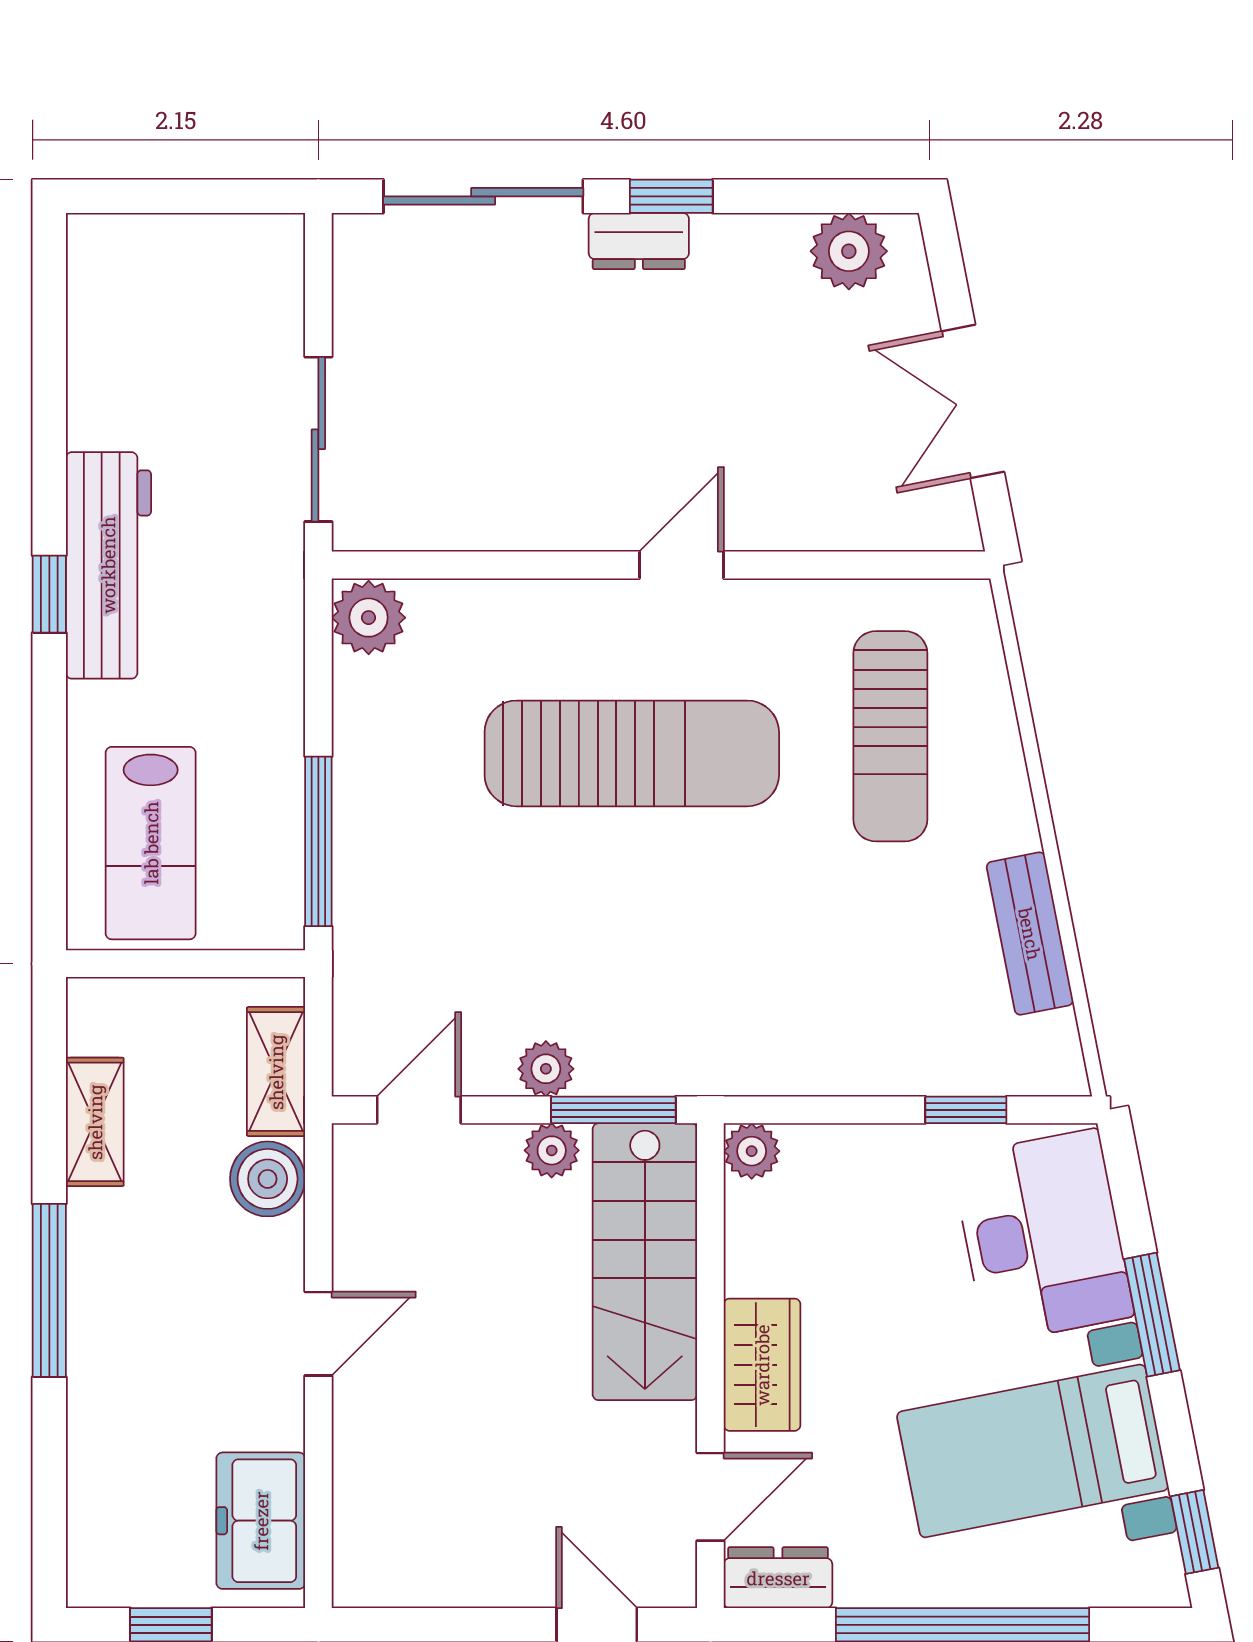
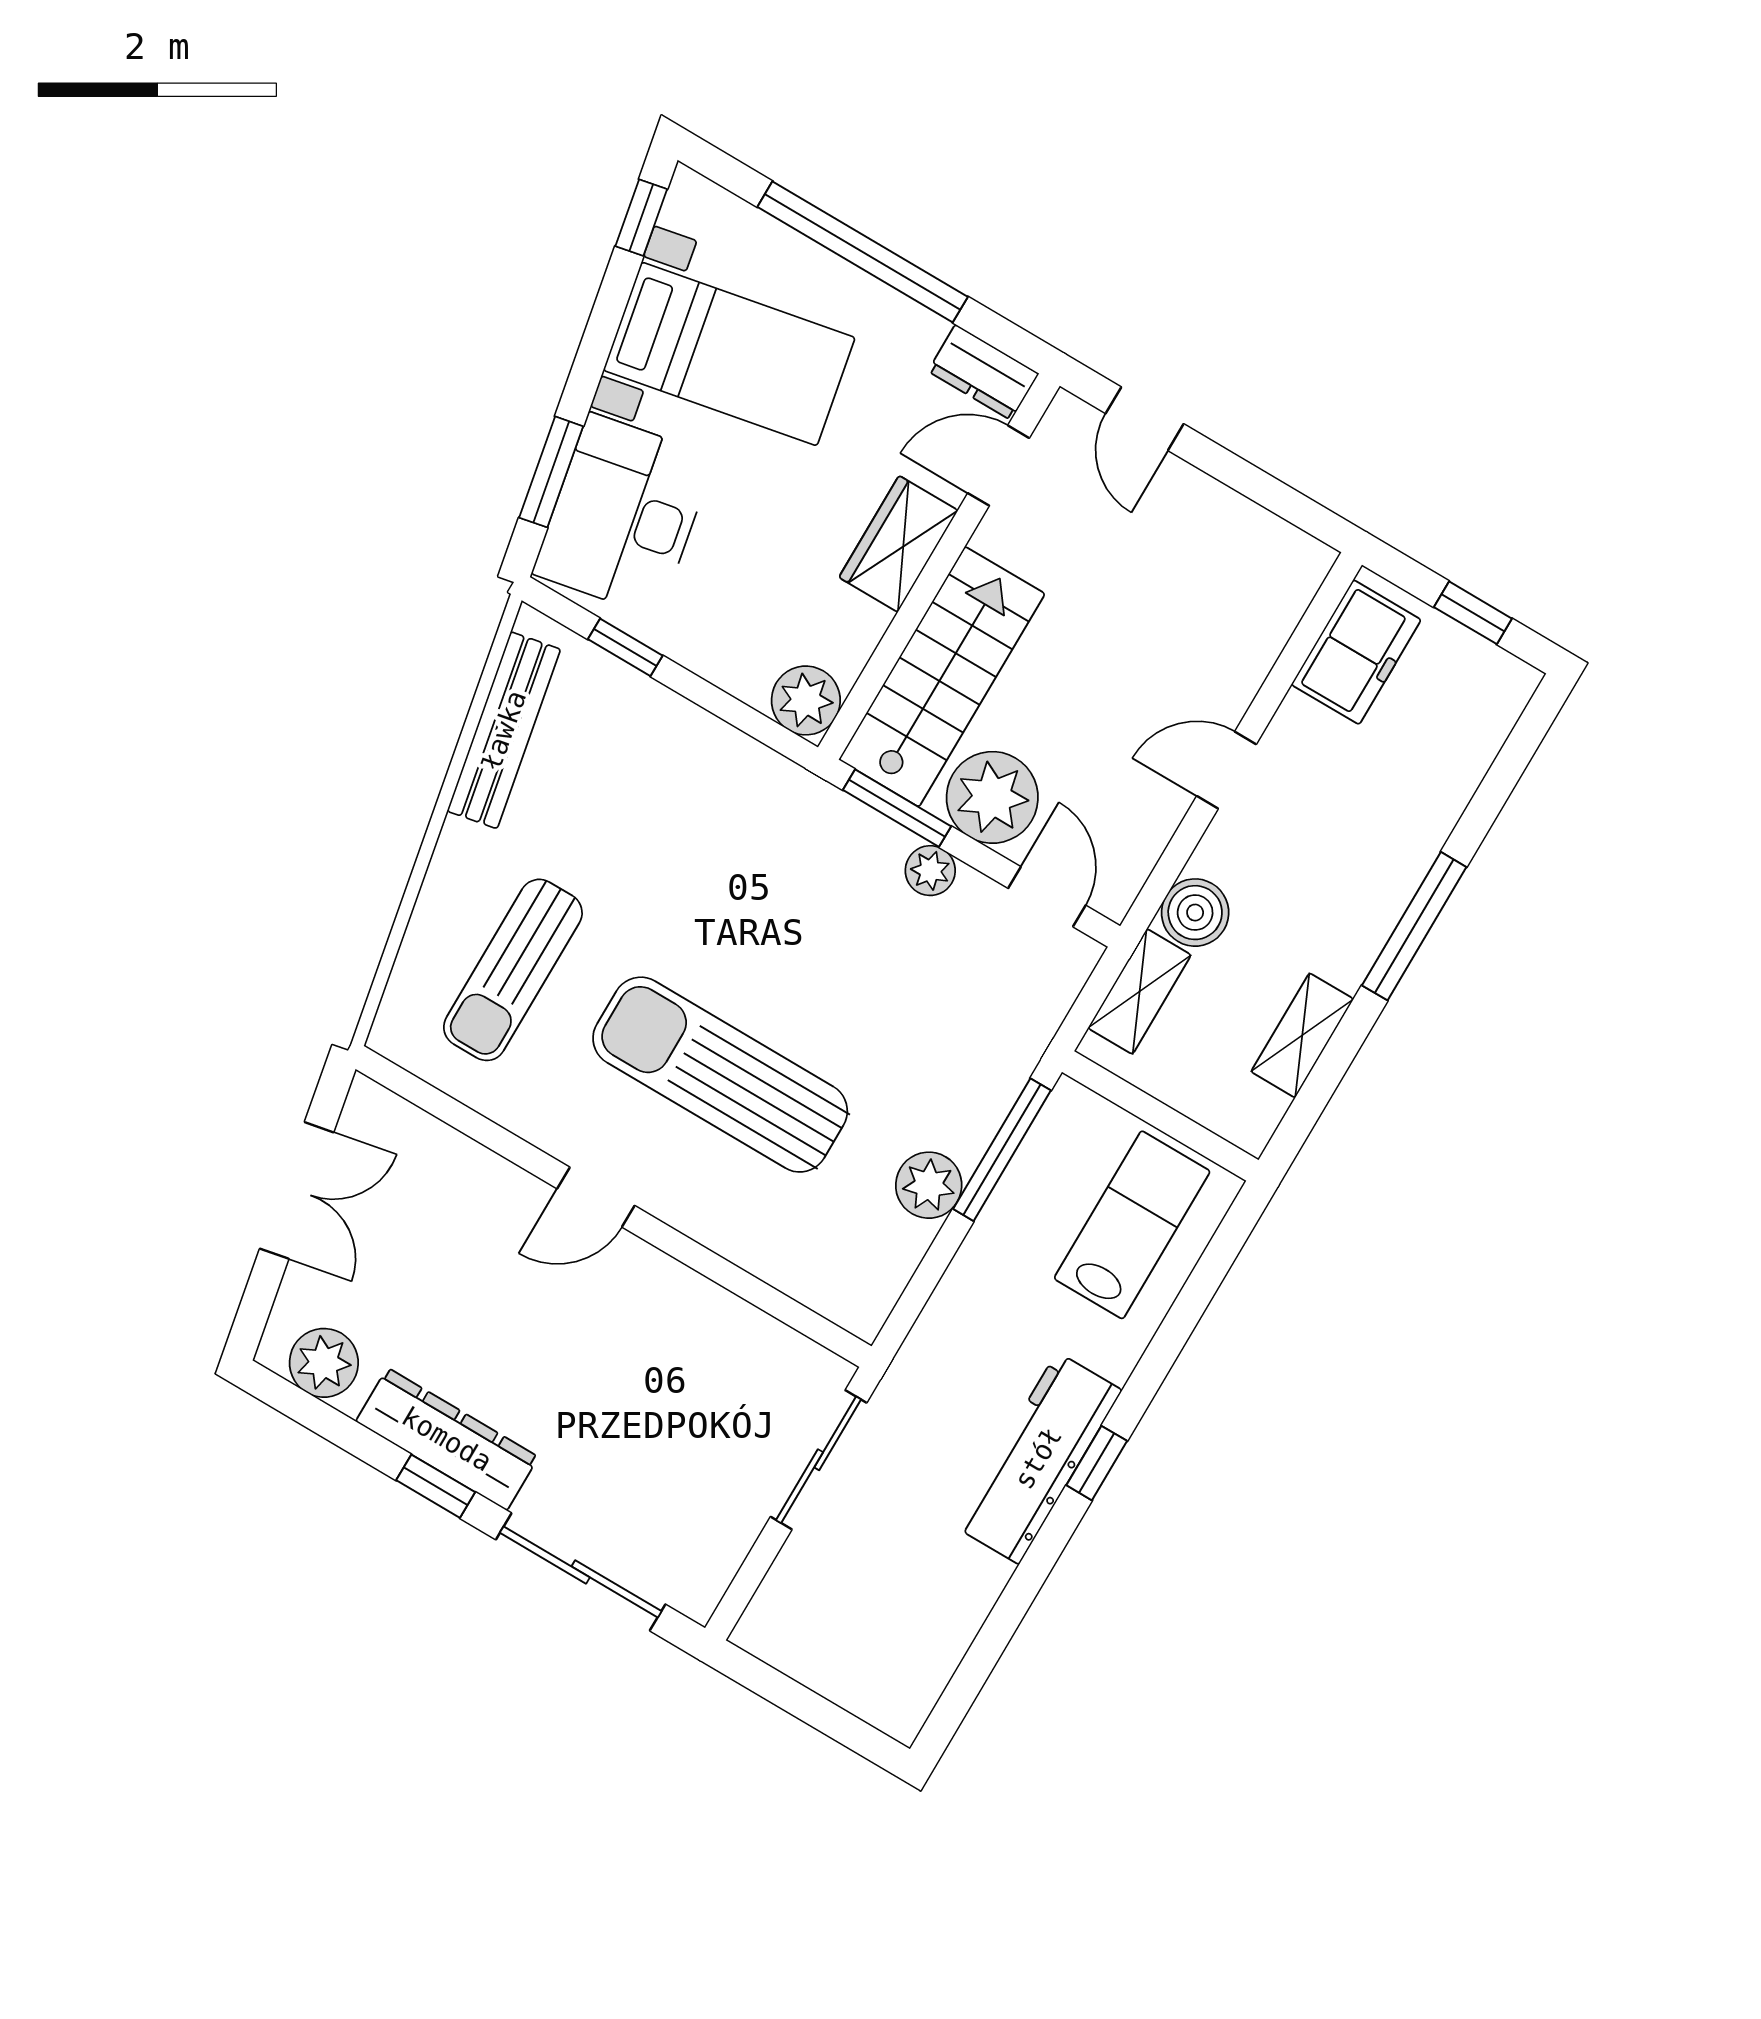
dresser: (639, 241) -> (447, 1439), width x1.96, depth x1.24
plant: (369, 618) -> (929, 1185), moved
sun lounger: (890, 736) -> (513, 970), turned 180
bench: (1030, 934) -> (504, 730), width x1.36
door: (419, 1110) -> (1047, 897), swing flipped
plant: (552, 1150) -> (992, 797), width x1.88, depth x1.88
plant: (752, 1151) -> (806, 700), width x1.38, depth x1.38
window: (1152, 1315) -> (551, 472), moved

